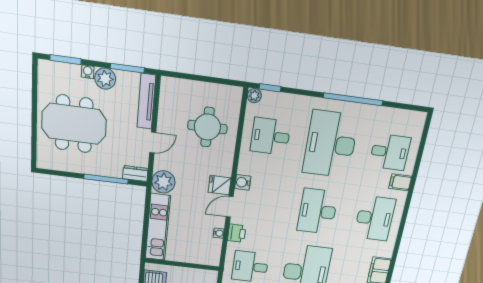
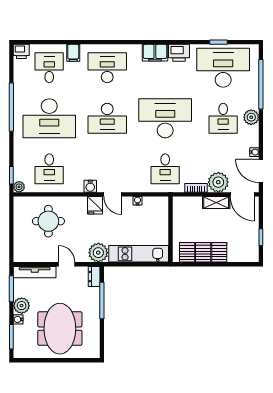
printer: (237, 233) -> (21, 51), moved, turned 180

